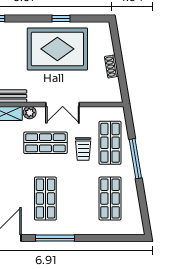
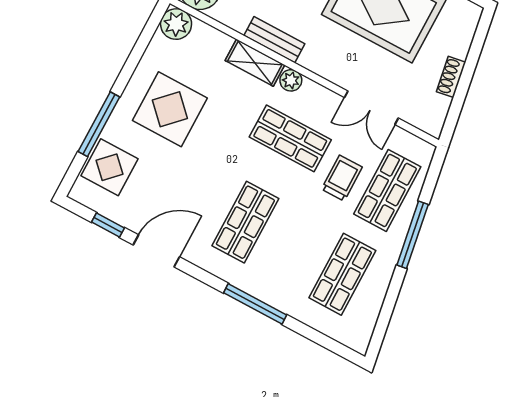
double door: (63, 104) -> (371, 108), moved
trolley: (83, 149) -> (342, 178), turned 180
window: (55, 238) -> (255, 304), moved

